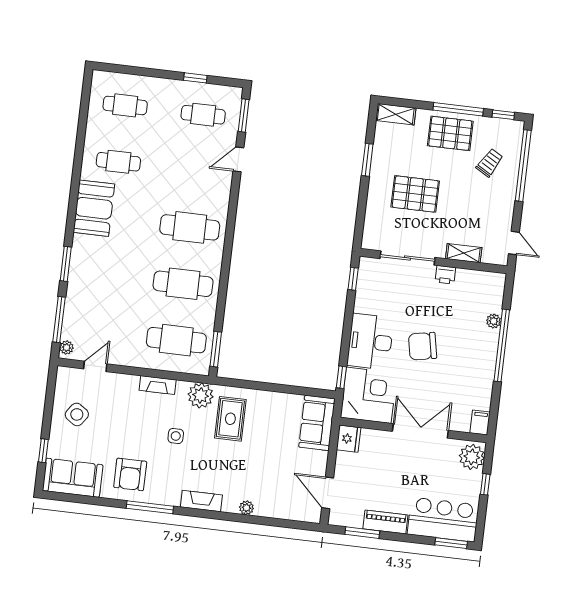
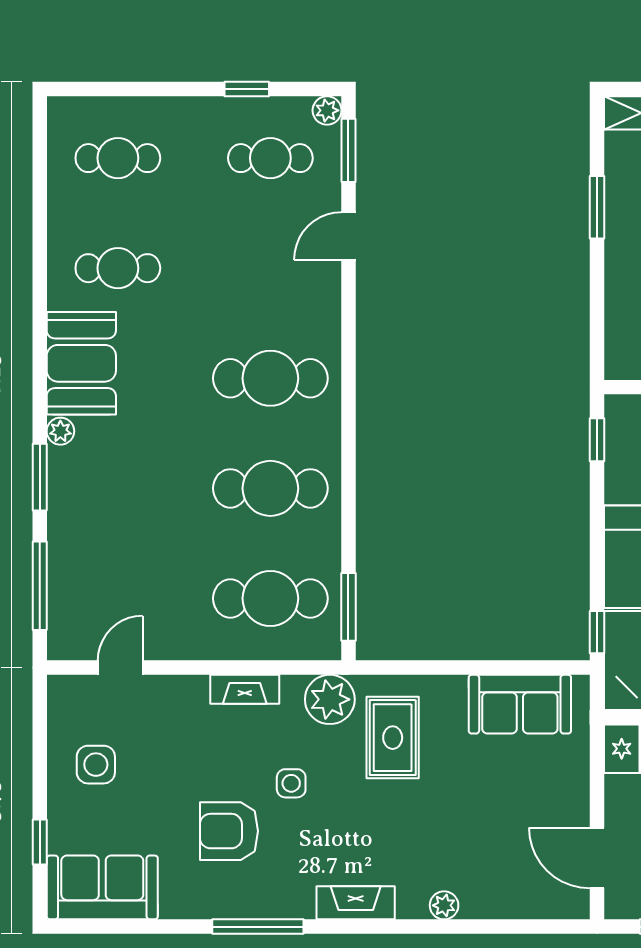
plant: (235, 94) -> (327, 110), added
plant: (66, 347) -> (60, 431), moved
side table: (77, 414) -> (96, 765), turned -35
sofa: (317, 423) -> (520, 704), moved, turned -90
armchair: (130, 474) -> (229, 831), moved, turned 90

